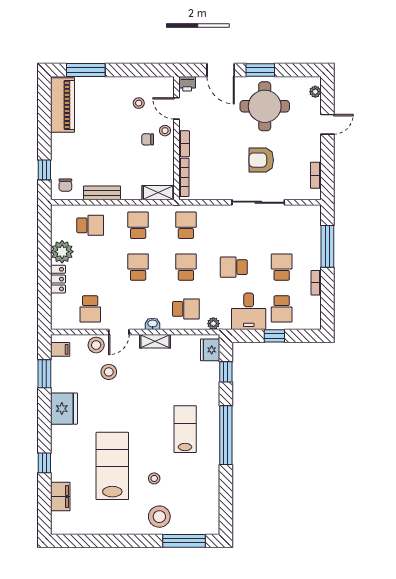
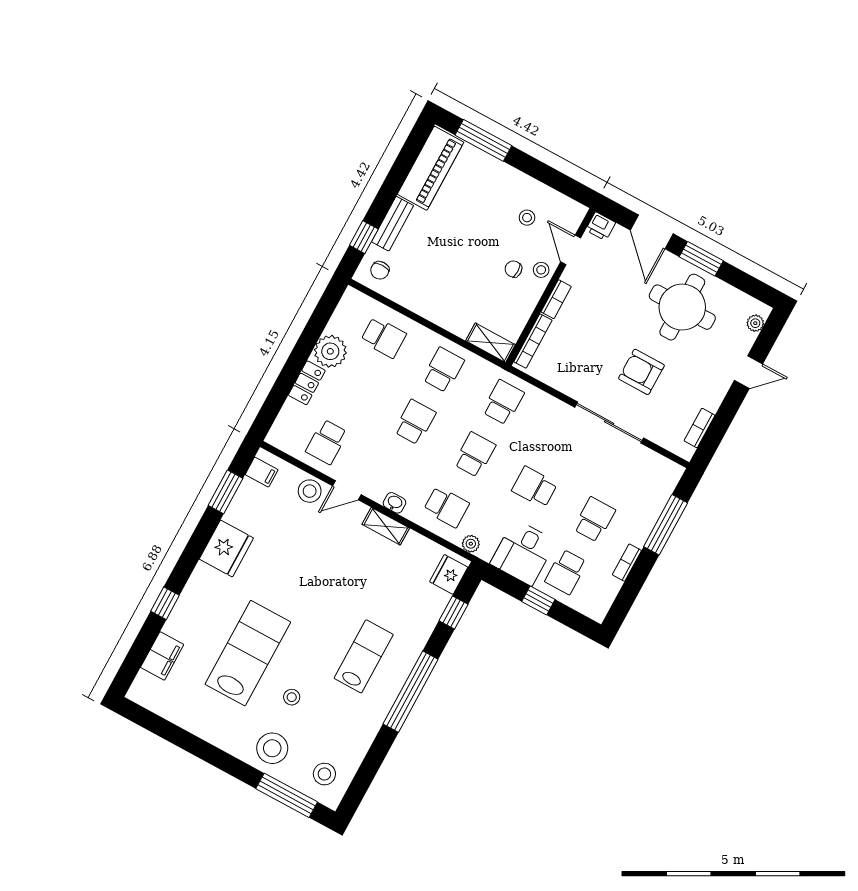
bench: (102, 193) -> (393, 224), moved, turned 90
stool: (109, 372) -> (324, 774), moved

